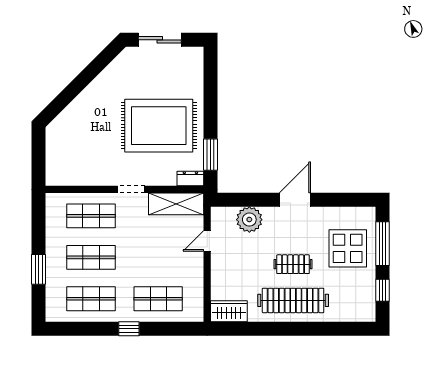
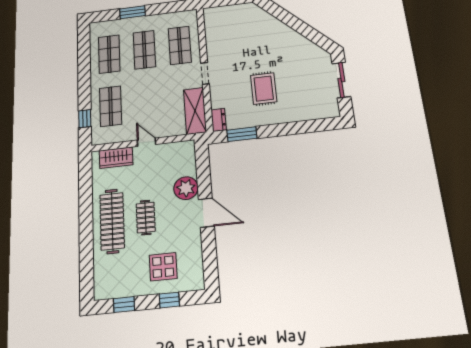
rug: (159, 126) -> (264, 89), width x0.54, depth x0.49
plant: (249, 220) -> (186, 188), moved
door: (207, 241) -> (146, 142), moved
window: (382, 244) -> (169, 300), width x0.46
display table: (348, 248) -> (163, 267), width x0.73, depth x0.73
wardrobe: (229, 311) -> (116, 158), moved, turned 90
window: (129, 329) -> (85, 119), moved

